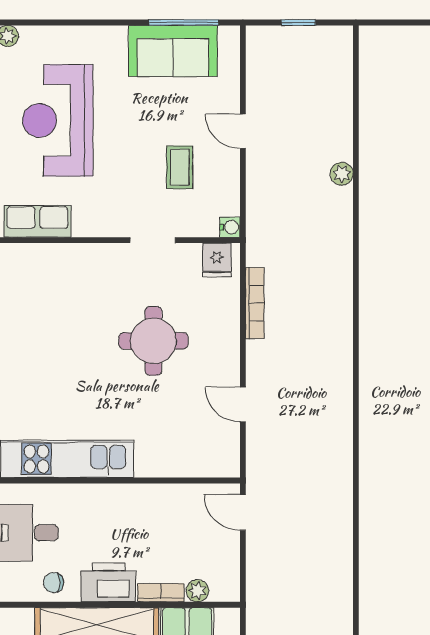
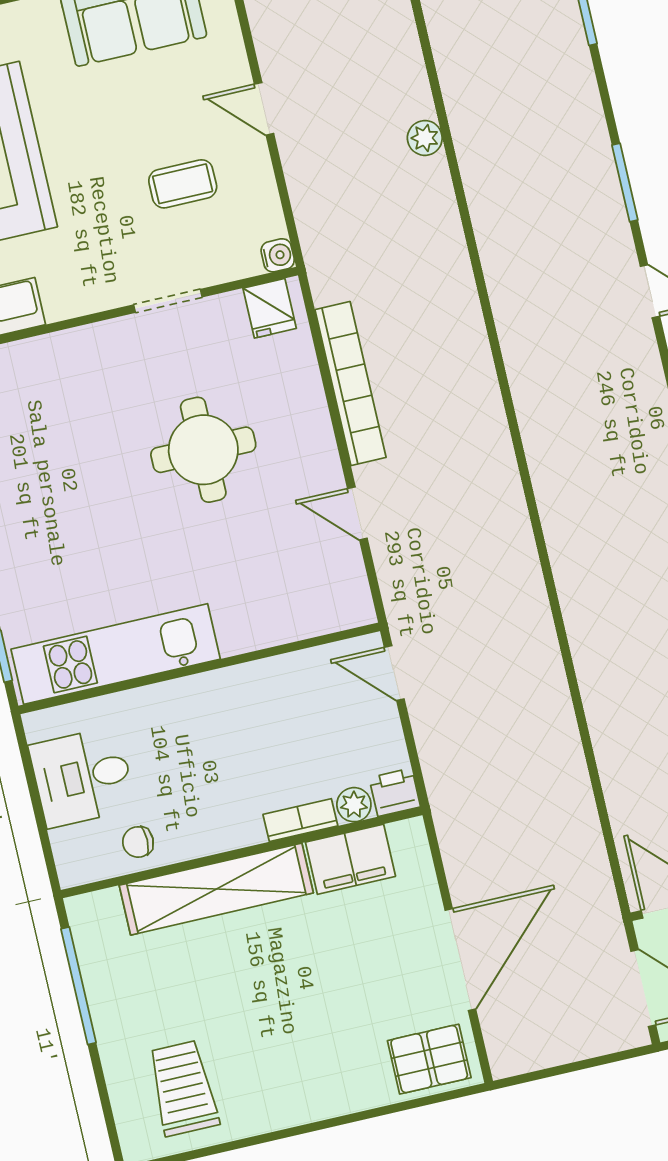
coffee table: (180, 167) -> (183, 184), turned 90
bookcase: (255, 303) -> (350, 384), width x1.48, depth x1.31
printer: (108, 582) -> (395, 792), moved, width x0.53, depth x0.68

